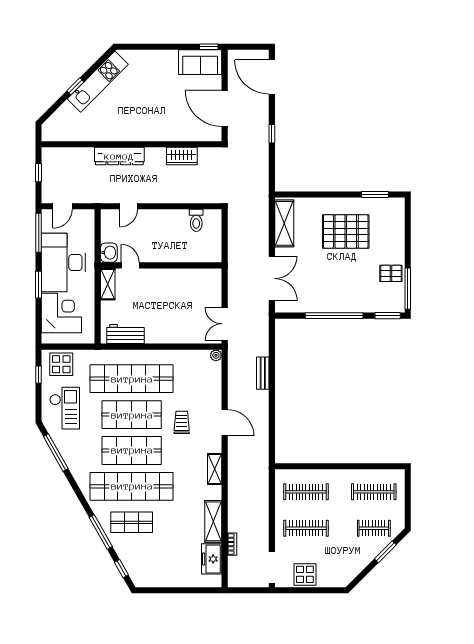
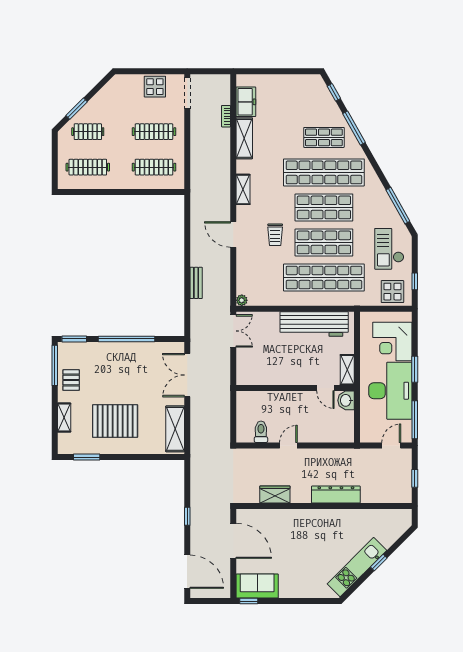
door: (128, 206) -> (288, 446), moved
shelving: (398, 235) -> (64, 418), added
pallet: (391, 273) -> (71, 380), turned 90
workbench: (125, 334) -> (314, 324), width x1.88, depth x1.32

